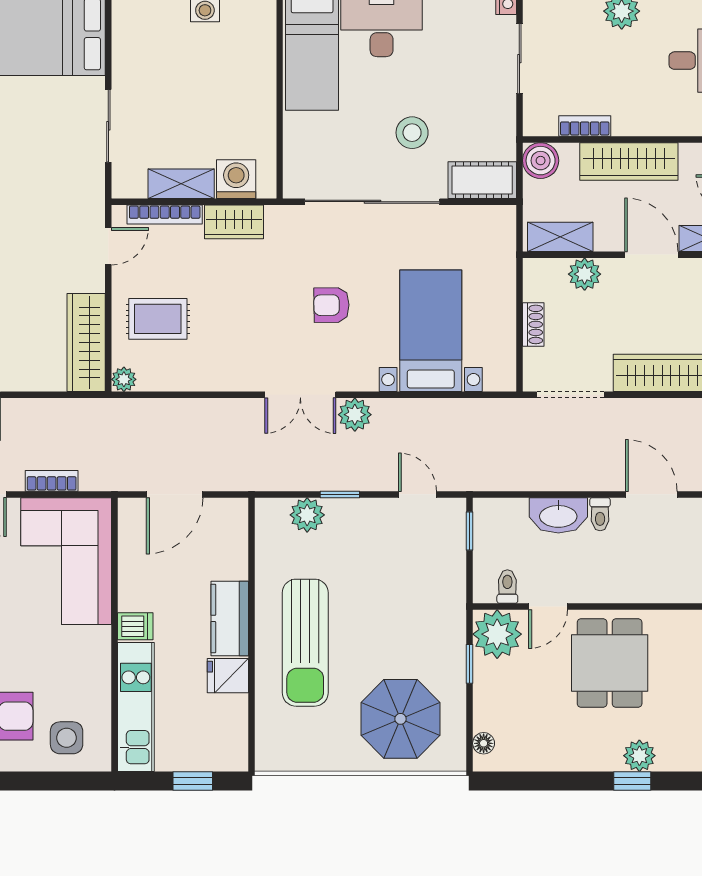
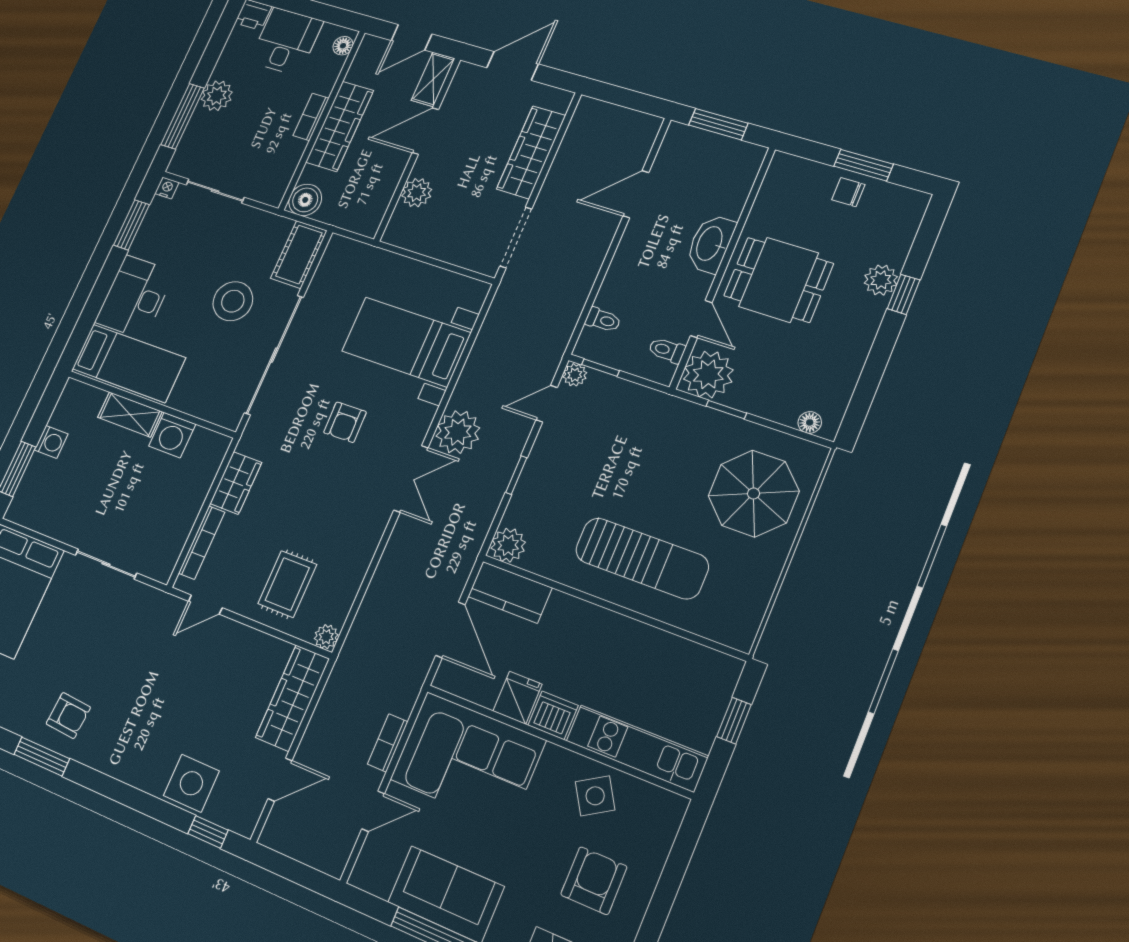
bookcase: (585, 126) -> (311, 117), moved
stool: (412, 133) -> (233, 301), width x1.38, depth x1.38
washing machine: (236, 179) -> (172, 435), moved, turned -90
shelving: (181, 184) -> (130, 414), moved, turned 90
shelving: (560, 237) -> (376, 203), removed
door: (108, 246) -> (205, 604), swing flipped
shoe rack: (533, 324) -> (440, 250), removed
wardrobe: (86, 343) -> (293, 698), moved, turned 90
plant: (355, 415) -> (458, 432), width x1.36, depth x1.36
plant: (454, 510) -> (575, 375), added
toilet: (600, 514) -> (603, 320), moved
plant: (307, 515) -> (508, 545), moved
washbasin: (558, 515) -> (710, 244), moved, turned 180
kitchen counter: (230, 618) -> (510, 592), moved
dishwasher: (135, 626) -> (553, 715), width x1.38
fridge: (228, 676) -> (518, 698), moved, turned 180
side table: (67, 738) -> (595, 796), moved, turned -32

